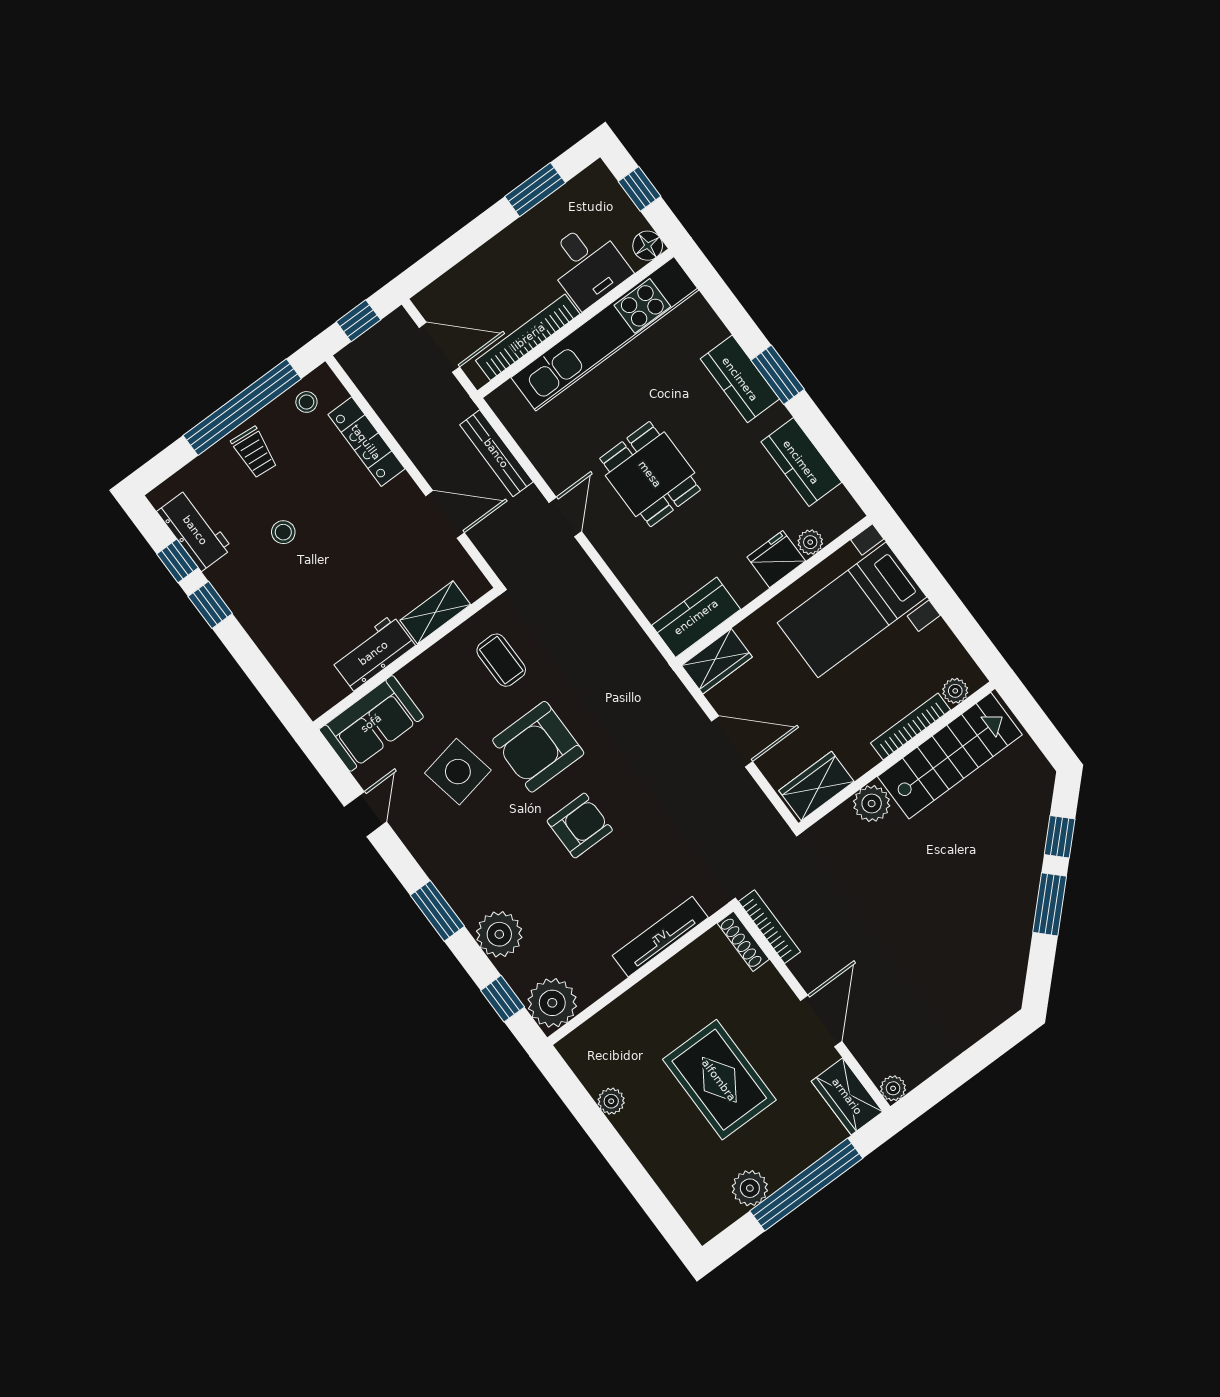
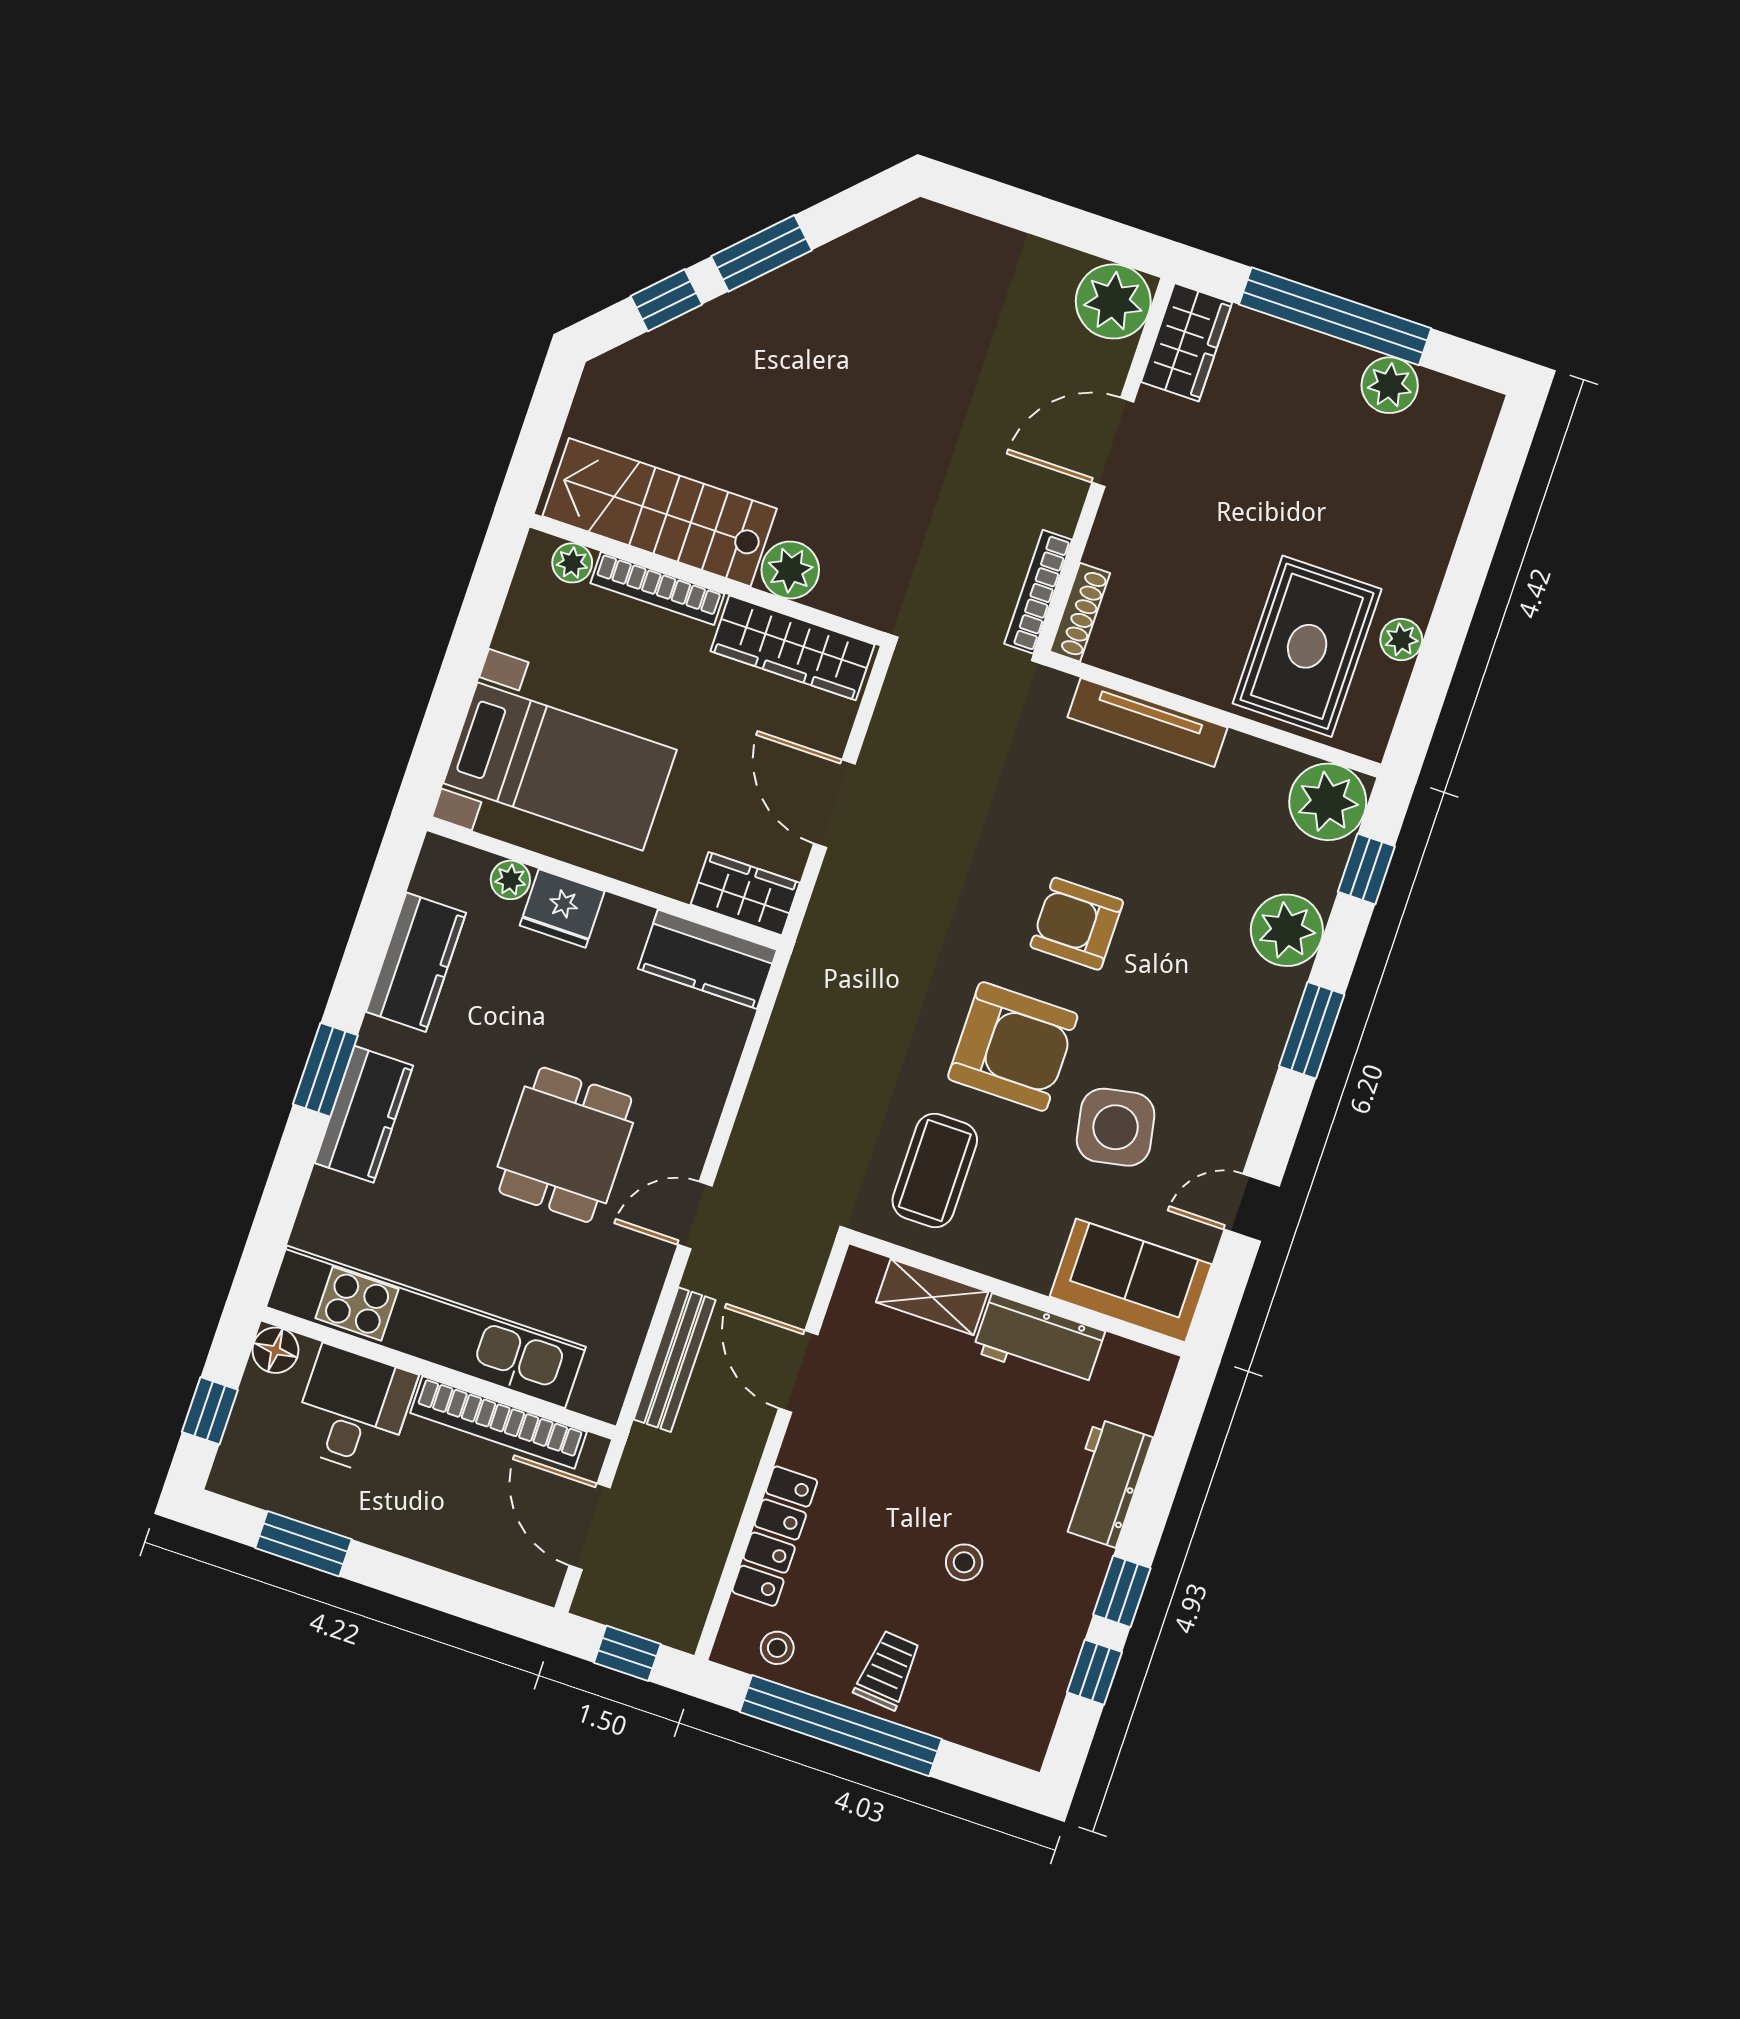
workbench: (195, 530) -> (1106, 1483), moved
coffee table: (501, 660) -> (935, 1171), width x1.36, depth x1.30
wardrobe: (816, 786) -> (793, 648), width x1.50
rug: (719, 1080) -> (1307, 646), moved
plant: (893, 1088) -> (1113, 301), width x1.87, depth x1.87

